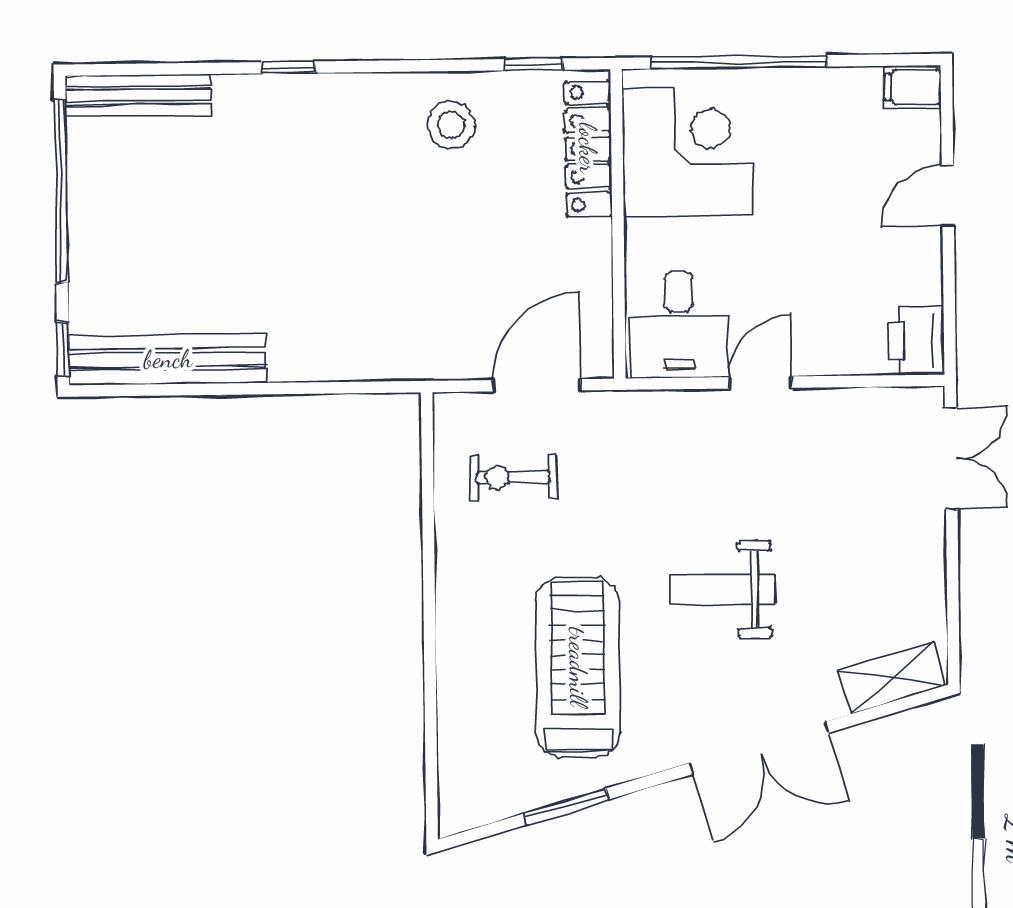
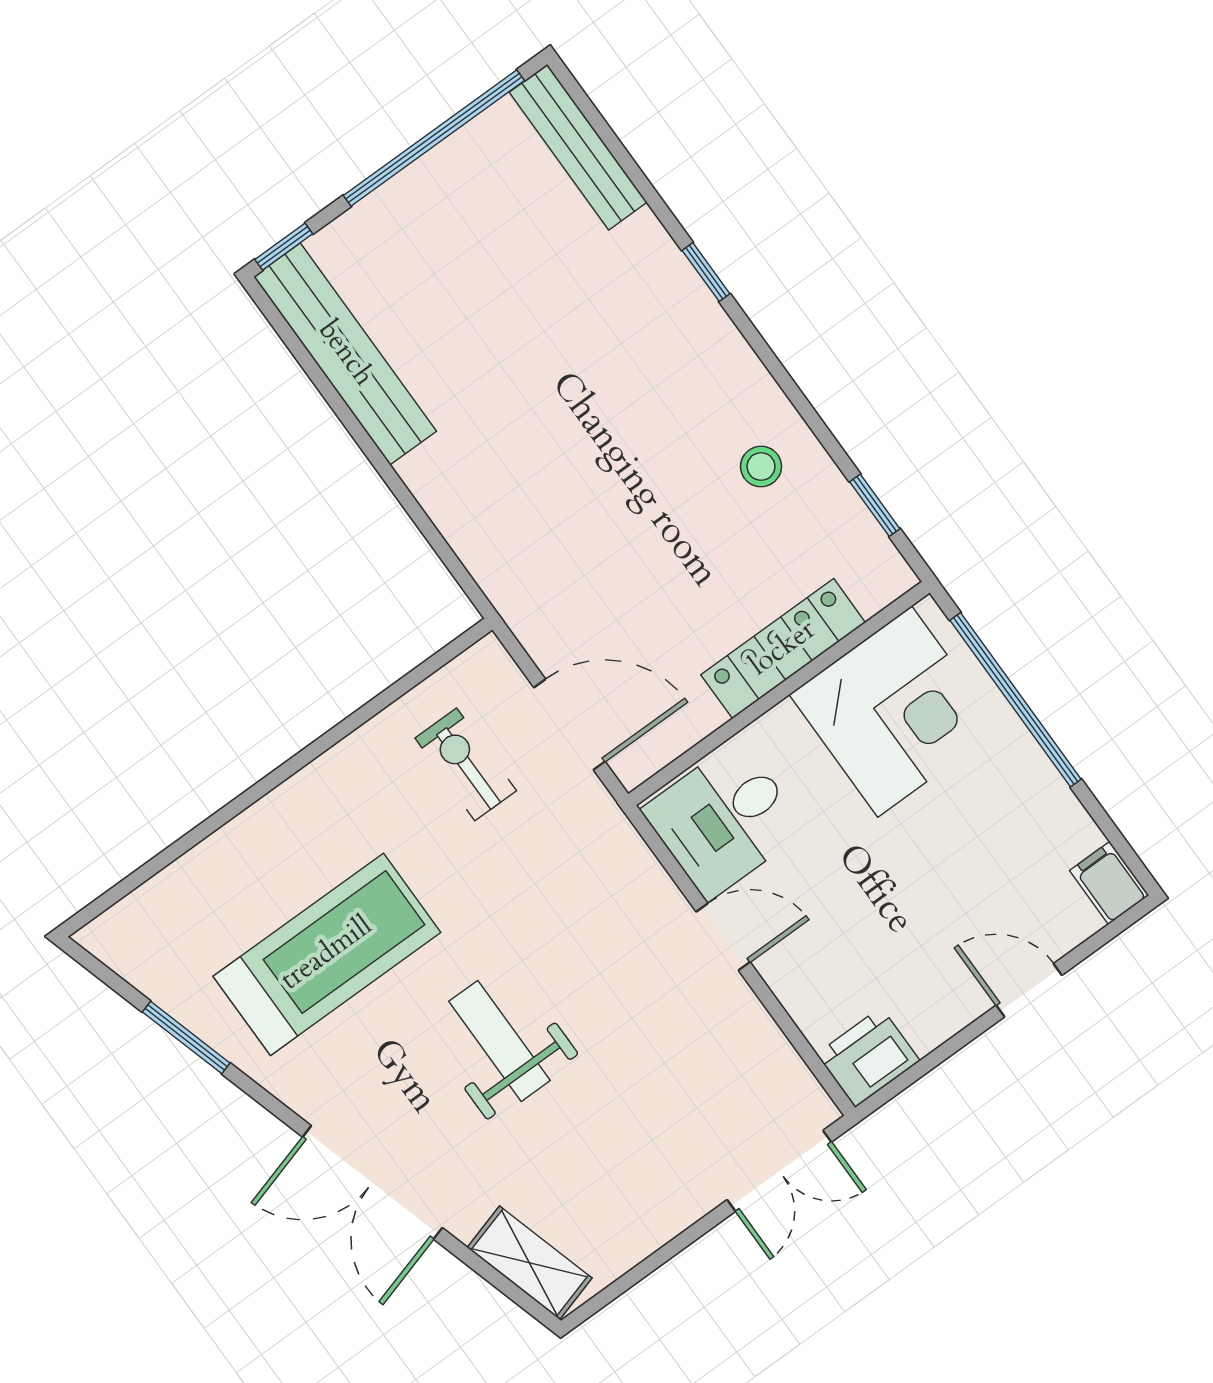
stool: (451, 125) -> (761, 466), width x0.73, depth x0.73
locker: (588, 148) -> (783, 649), moved

